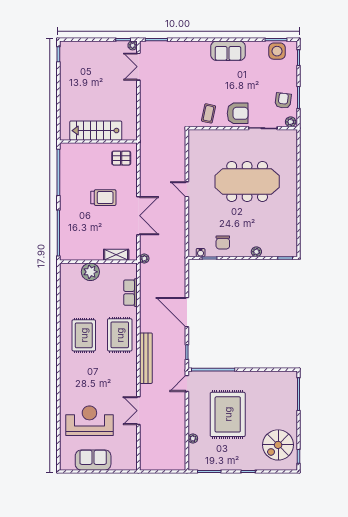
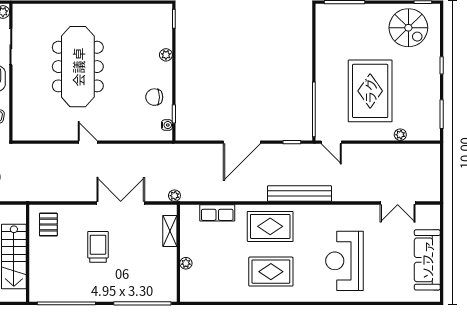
door: (187, 189) -> (88, 142), swing flipped
chair: (223, 242) -> (154, 97), turned 180
plant: (90, 272) -> (186, 263), width x0.53, depth x0.53
double door: (138, 411) -> (398, 203), moved
rug: (228, 414) -> (370, 91), turned 90
reception desk: (89, 421) -> (344, 261), moved
sofa: (93, 460) -> (427, 260), width x1.36

